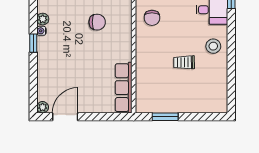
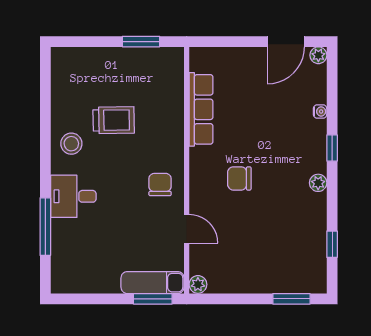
water cooler: (41, 31) -> (320, 111), moved
trolley: (184, 62) -> (114, 120), width x1.36, depth x1.39
row of seats: (124, 88) -> (201, 109), moved

